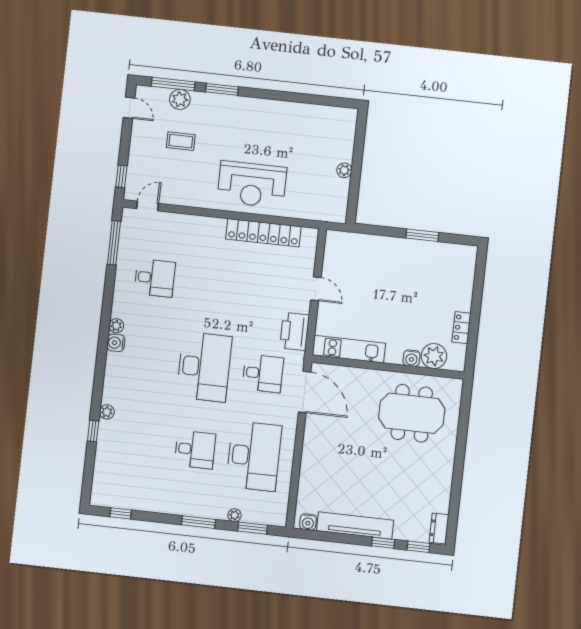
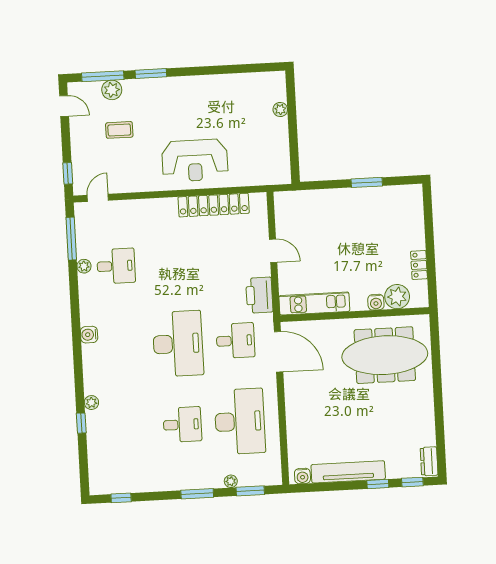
plant: (344, 170) -> (280, 109), moved
plant: (116, 326) -> (84, 266), moved
meeting table: (412, 413) -> (385, 355), width x1.36

